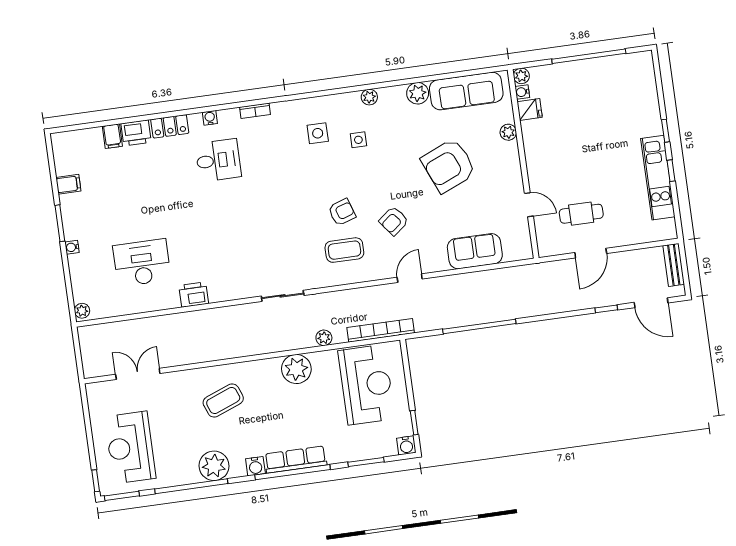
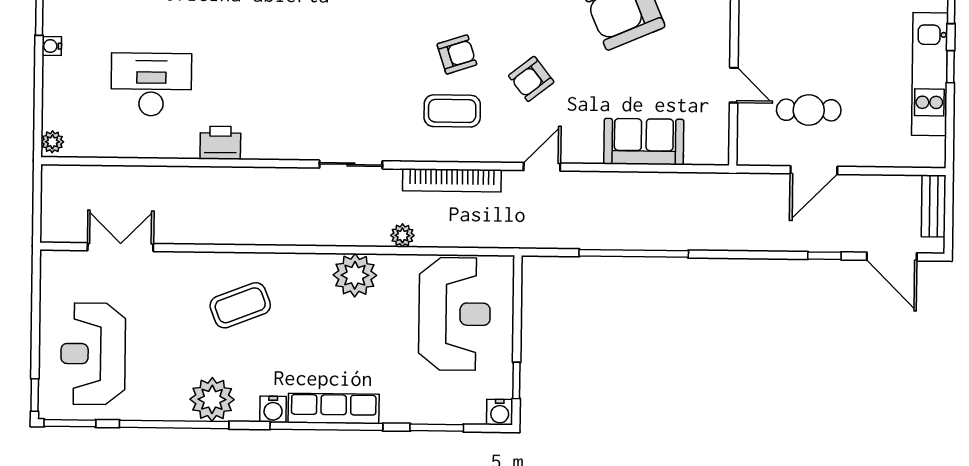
bookcase: (381, 330) -> (452, 180), moved, turned 180

